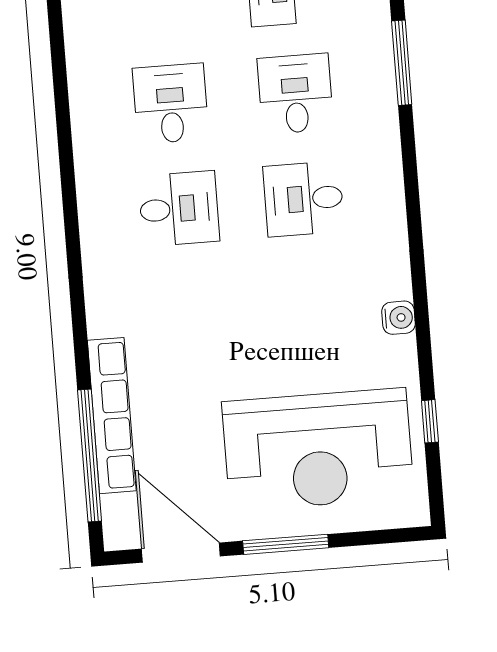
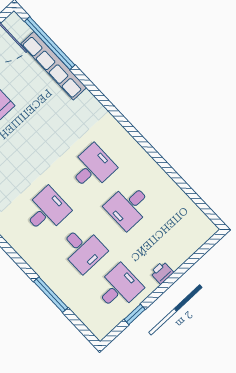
desk: (171, 104) -> (128, 206), turned 90
desk: (179, 209) -> (92, 168), turned 180

